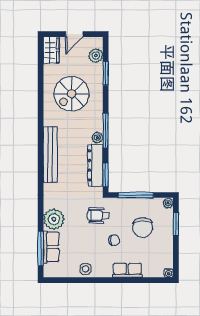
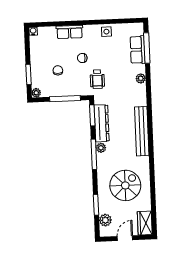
wheelchair: (98, 216) -> (97, 79), turned 90
plant: (54, 219) -> (141, 78), width x0.53, depth x0.53
chair: (142, 227) -> (58, 70), width x0.54, depth x0.54

